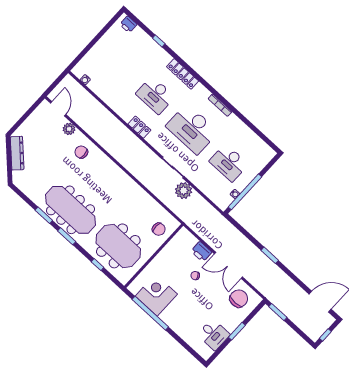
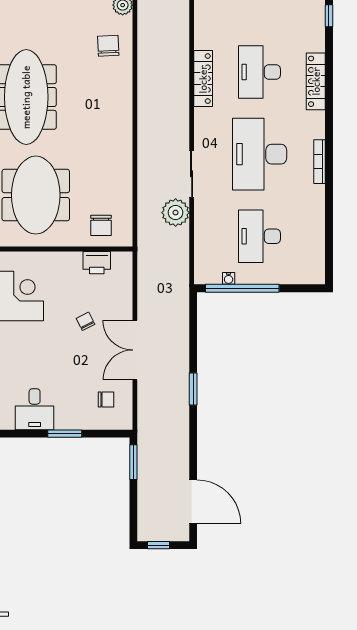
locker: (139, 127) -> (203, 79), width x1.53
printer: (201, 252) -> (97, 263), moved, turned -90
chair: (239, 299) -> (106, 400), width x0.54, depth x0.54

